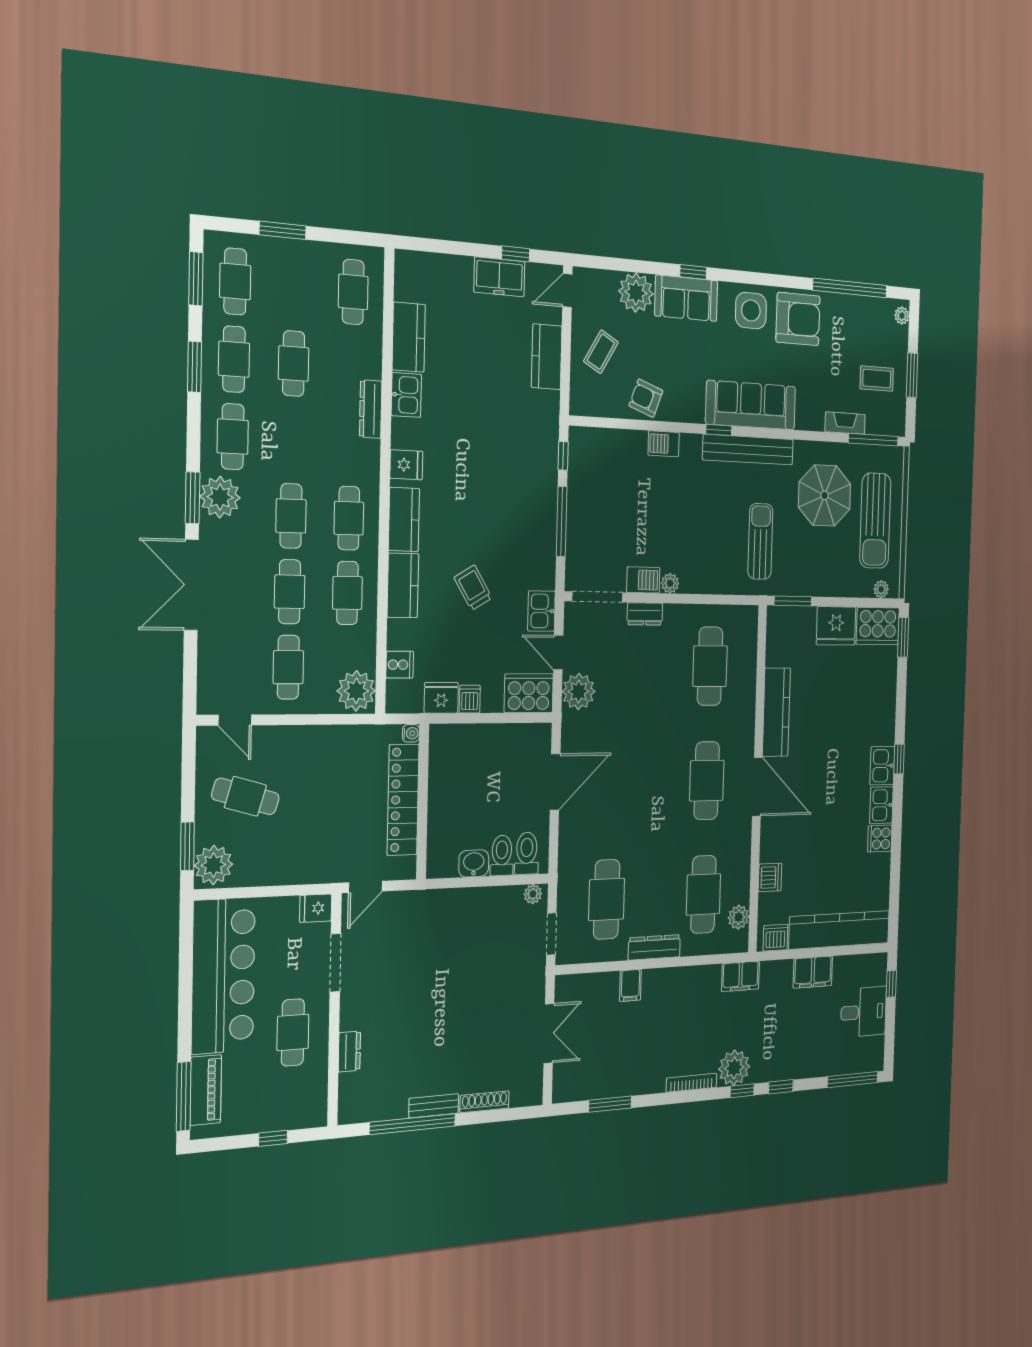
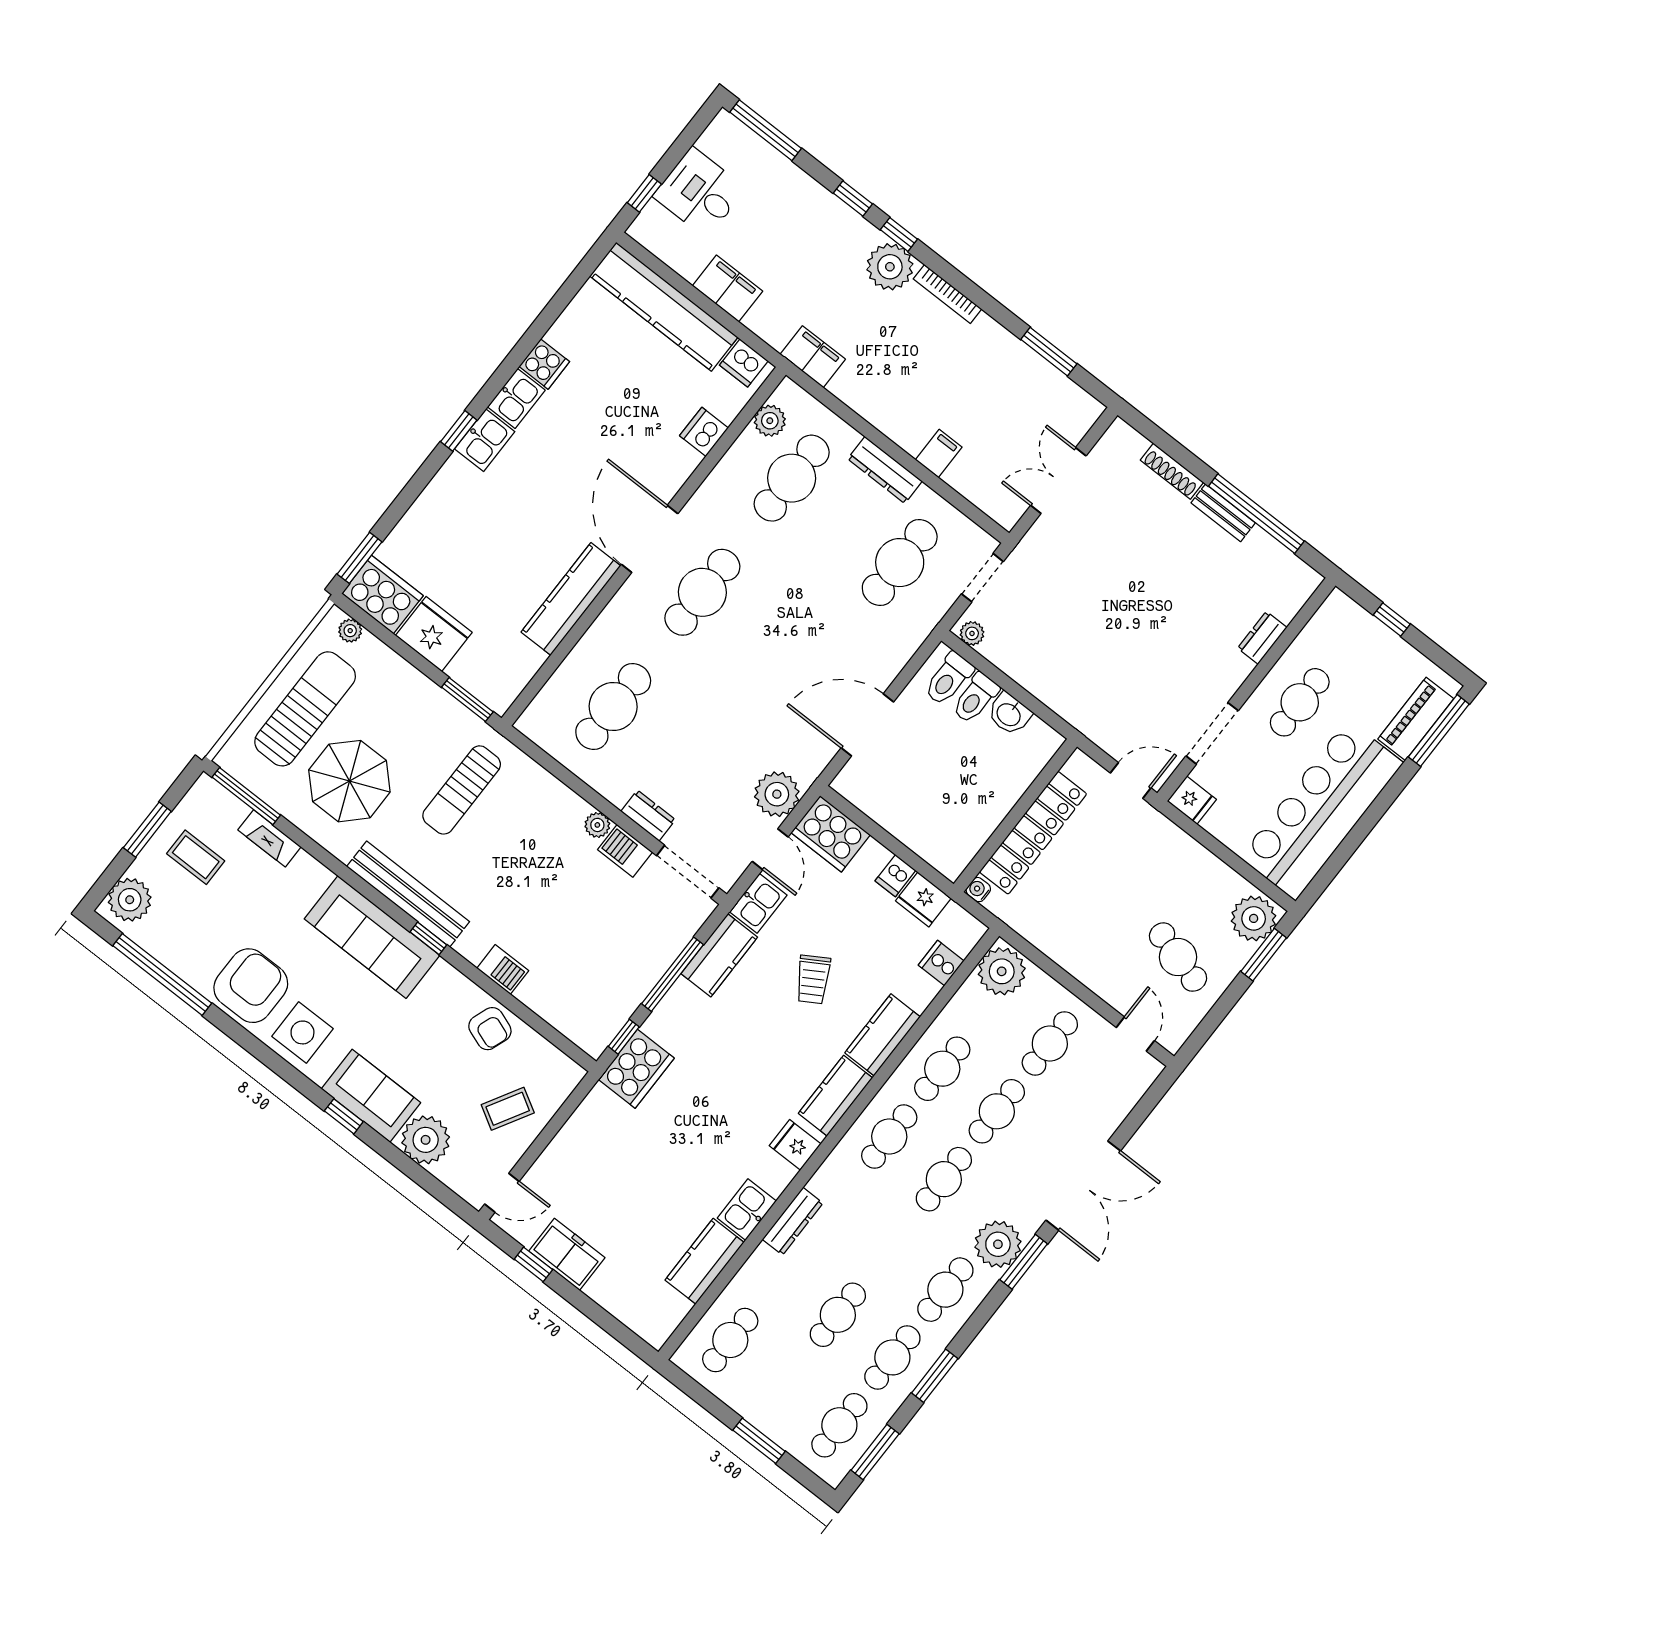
plant: (902, 316) -> (130, 900), width x1.87, depth x1.87
armchair: (798, 319) -> (251, 986), turned 90
kitchen counter: (547, 357) -> (719, 955), moved
cooker: (541, 440) -> (636, 1069), added

